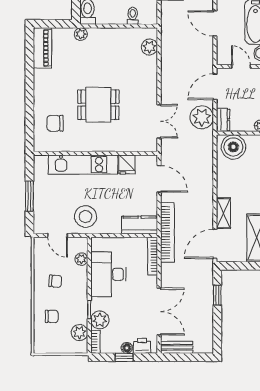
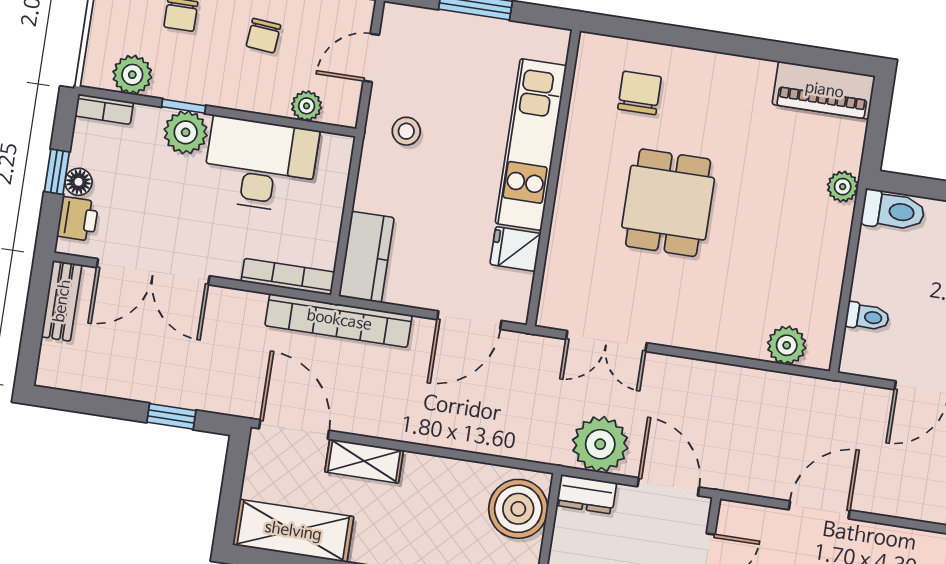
stool: (85, 217) -> (406, 131), width x0.53, depth x0.53
plant: (100, 320) -> (186, 132), moved

